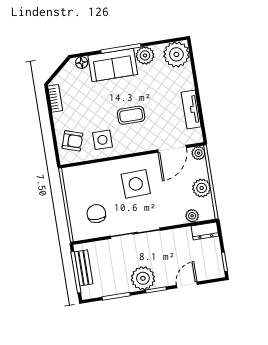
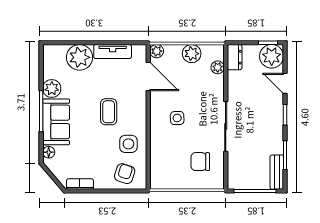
plant: (176, 54) -> (80, 57), moved
side table: (136, 184) -> (177, 118), width x0.54, depth x0.54
bench: (84, 268) -> (277, 172), moved, turned 90
plant: (143, 278) -> (272, 56), moved

